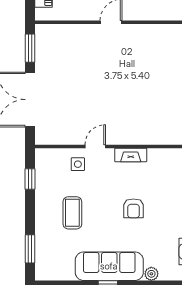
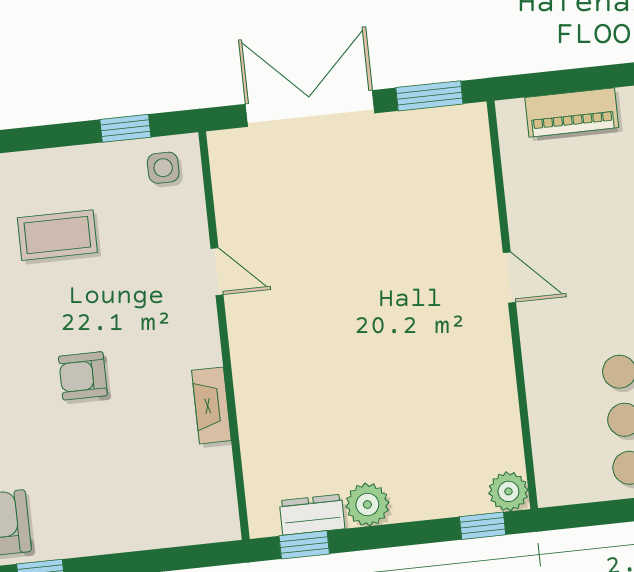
fireplace: (131, 155) -> (211, 405), moved
side table: (78, 164) -> (163, 168), moved

